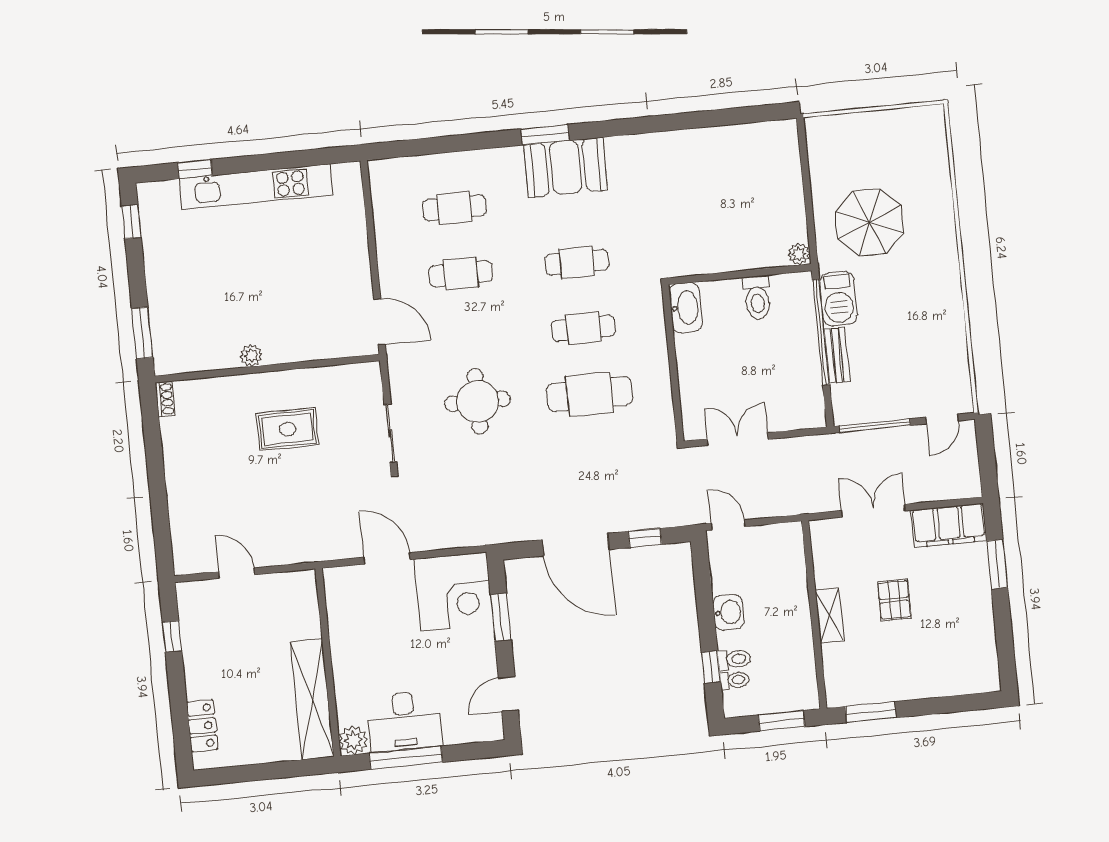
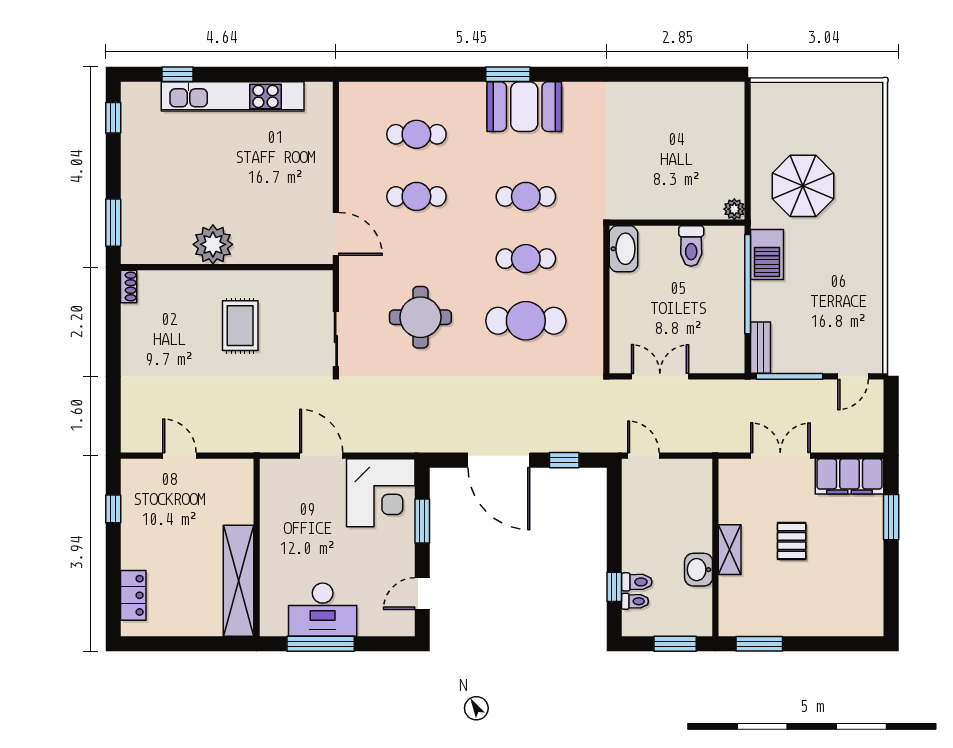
bench: (837, 355) -> (760, 348), moved
plant: (251, 356) -> (213, 244), width x1.88, depth x1.88
rug: (288, 429) -> (240, 326), turned 90
washbasin: (729, 612) -> (699, 570), moved, turned 180
plant: (353, 740) -> (273, 623), removed

